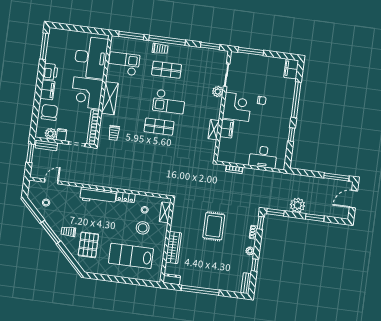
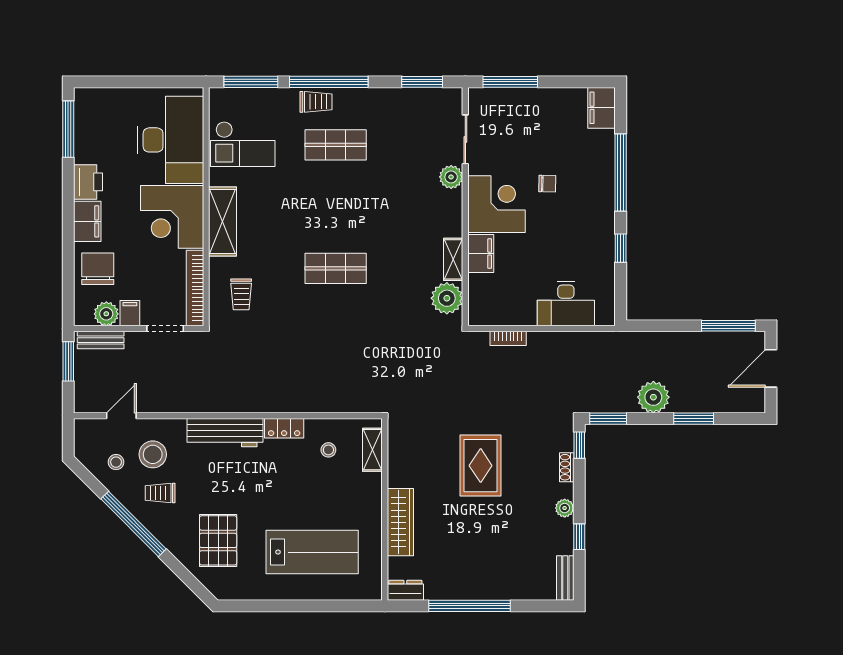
checkout: (124, 64) -> (243, 144), turned 180
checkout: (169, 101) -> (350, 212), removed
plant: (208, 147) -> (447, 298), added
stool: (143, 228) -> (153, 454), moved
trolley: (68, 231) -> (160, 493), moved
window: (50, 232) -> (133, 524), width x1.46
lab bench: (131, 256) -> (312, 552), turned 180

